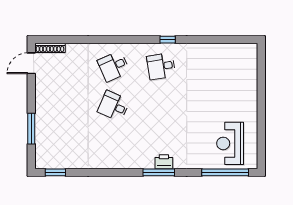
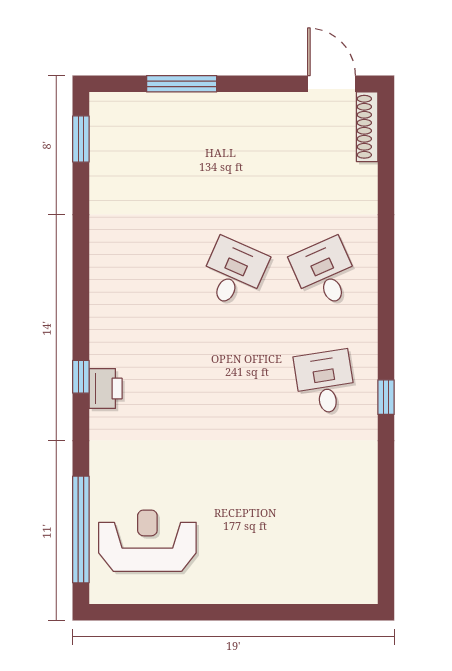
window: (159, 172) -> (81, 377), width x0.46

